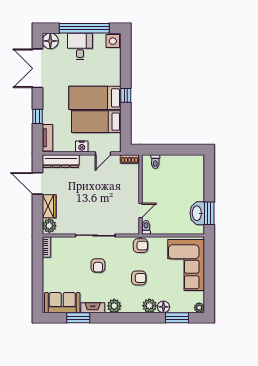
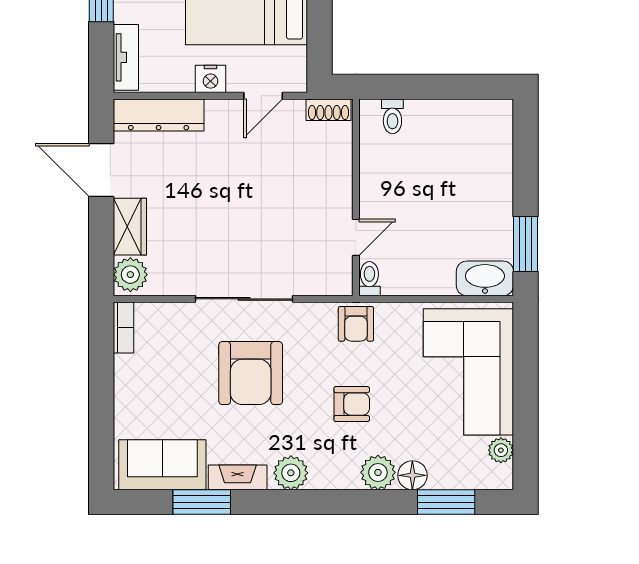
washbasin: (197, 213) -> (485, 278), moved, turned 90
armchair: (141, 246) -> (356, 324), turned 90
armchair: (98, 265) -> (251, 373), width x1.88, depth x1.88
plant: (199, 308) -> (501, 450), moved

